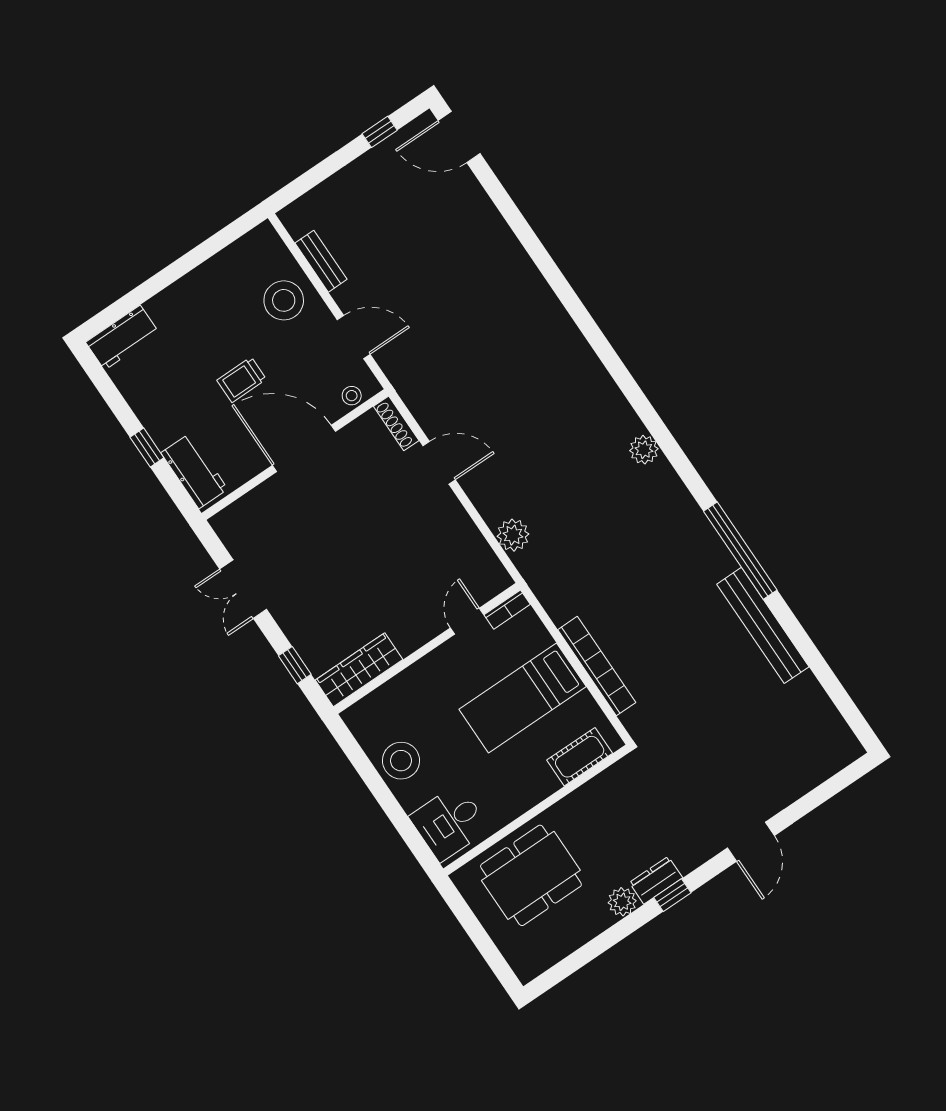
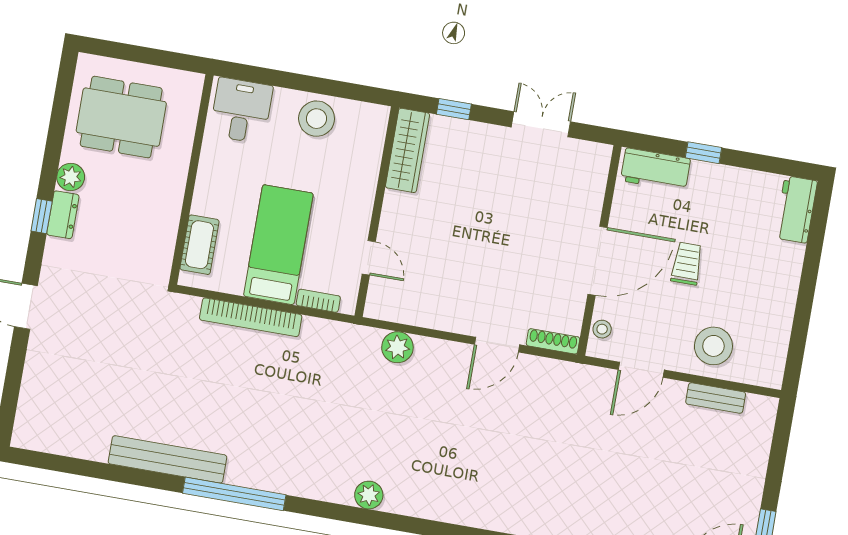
bookcase: (507, 610) -> (318, 301), moved, turned 90
dining table: (531, 875) -> (121, 117), moved, turned 90

